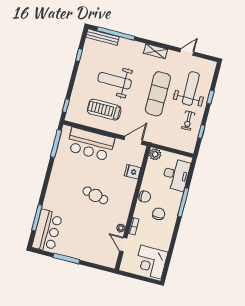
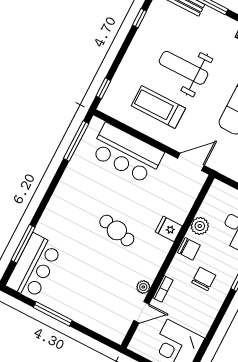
plant: (155, 154) -> (200, 226), moved
fridge: (133, 172) -> (169, 229), moved
door: (123, 245) -> (141, 312), swing flipped

